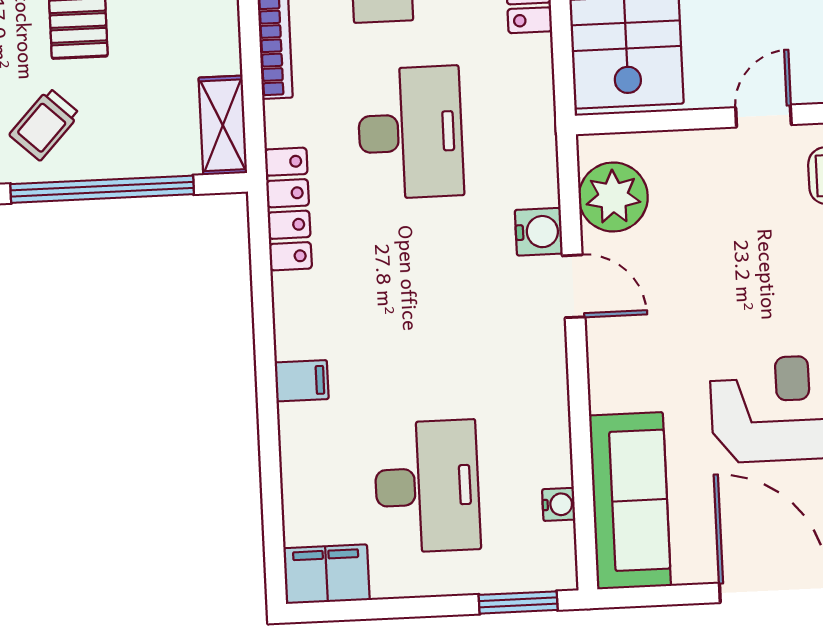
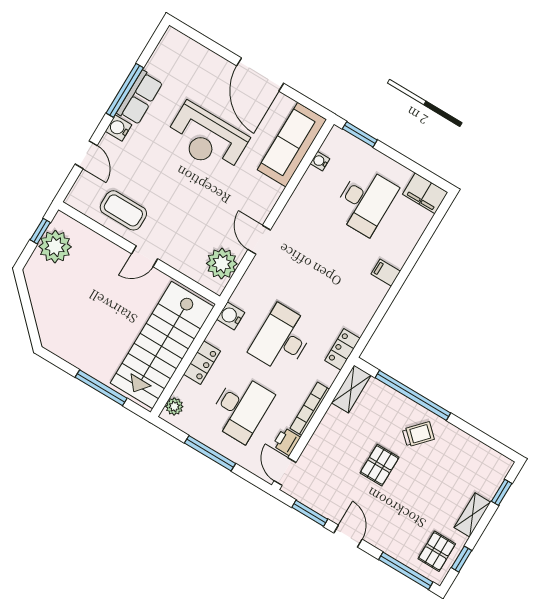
locker: (288, 209) -> (342, 349), width x0.66
water cooler: (539, 232) -> (231, 316), moved
desk: (427, 486) -> (365, 201), turned 180

